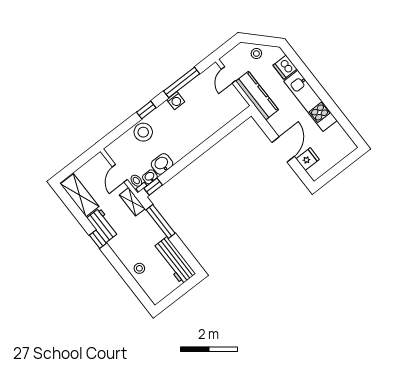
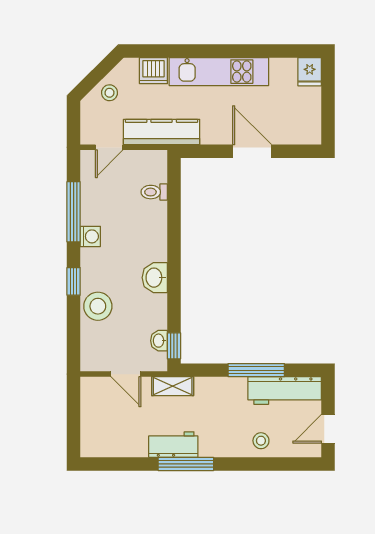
door: (228, 75) -> (109, 147), hinge flipped
fridge: (308, 159) -> (310, 72), moved, turned 180
washbasin: (162, 164) -> (155, 278), moved
toilet: (138, 182) -> (154, 192), moved
shelving: (80, 195) -> (114, 444), removed
window: (161, 222) -> (256, 370), moved
window: (98, 239) -> (186, 464), width x2.17
door: (172, 298) -> (328, 429), added

